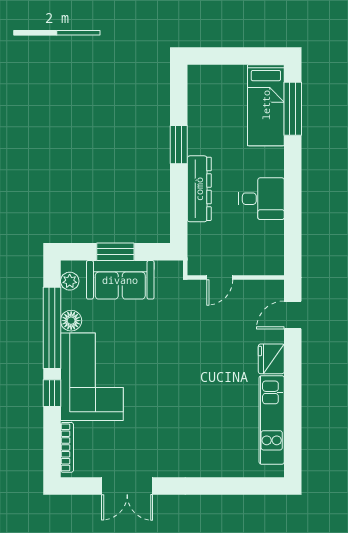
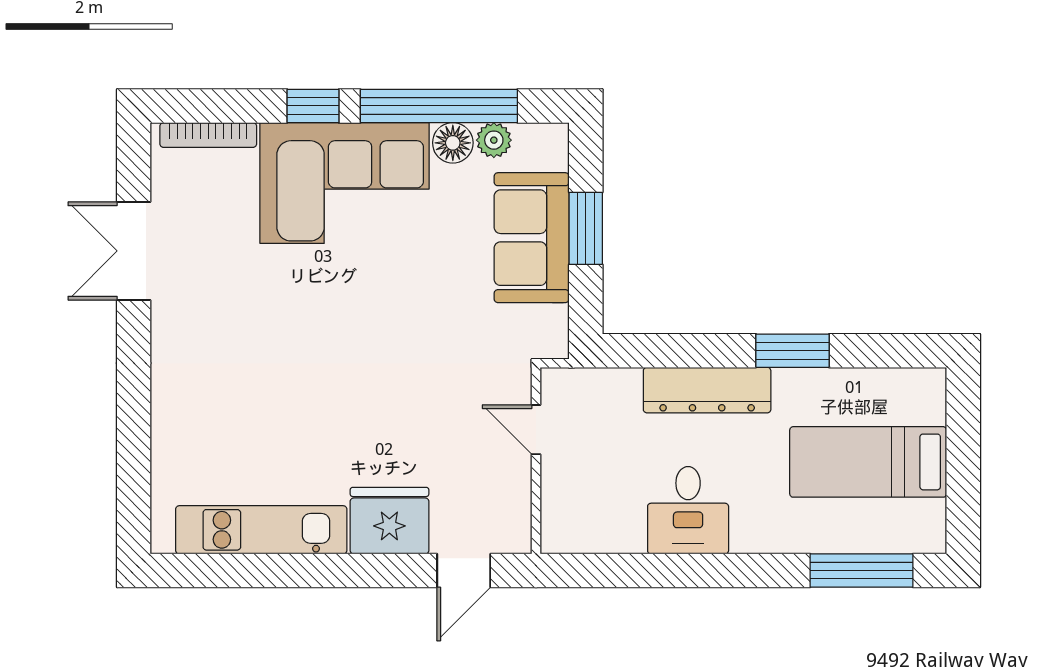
bed: (266, 105) -> (868, 462), moved
plant: (70, 281) -> (494, 140), moved
door: (293, 315) -> (464, 571), swing flipped
fridge: (271, 359) -> (389, 521), width x1.36, depth x1.34

